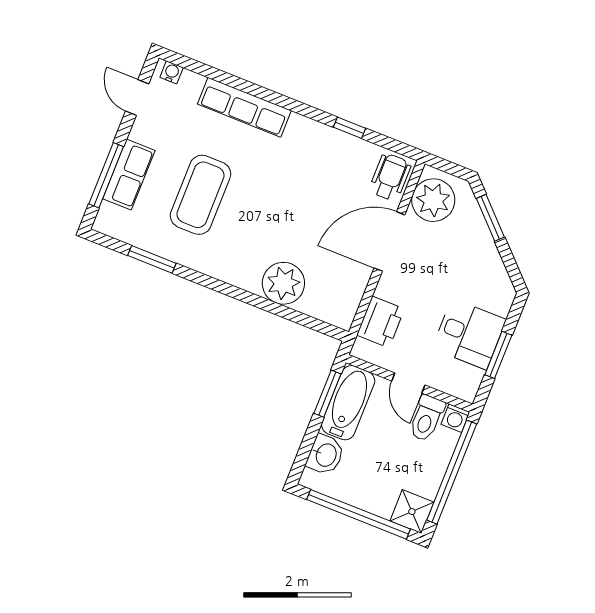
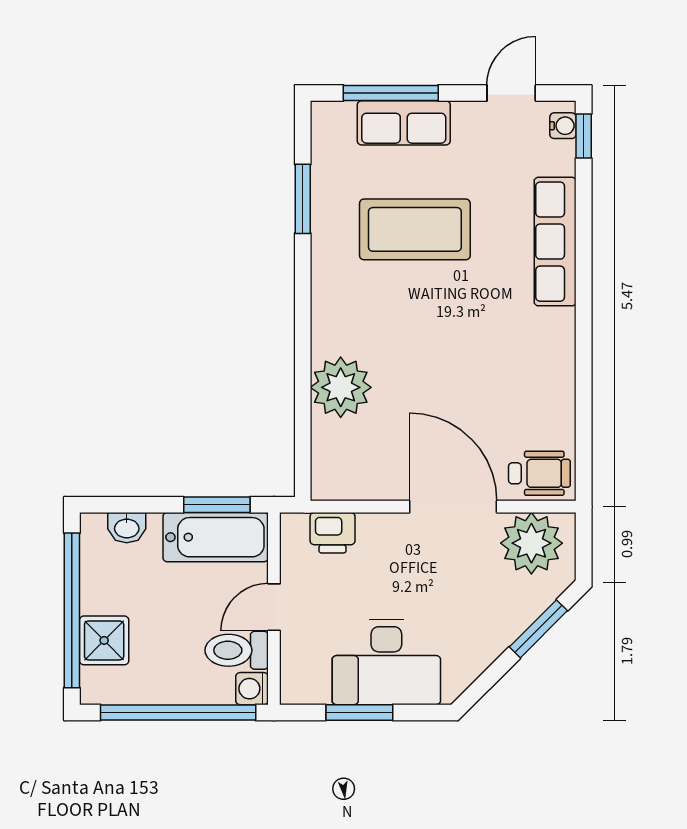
window: (350, 128) -> (584, 136), moved
printer: (381, 322) -> (333, 533), width x0.73, depth x0.81
desk: (469, 334) -> (386, 662), width x1.37
washbasin: (325, 455) -> (127, 528), width x0.72, depth x0.69
shower: (412, 512) -> (104, 640), moved

